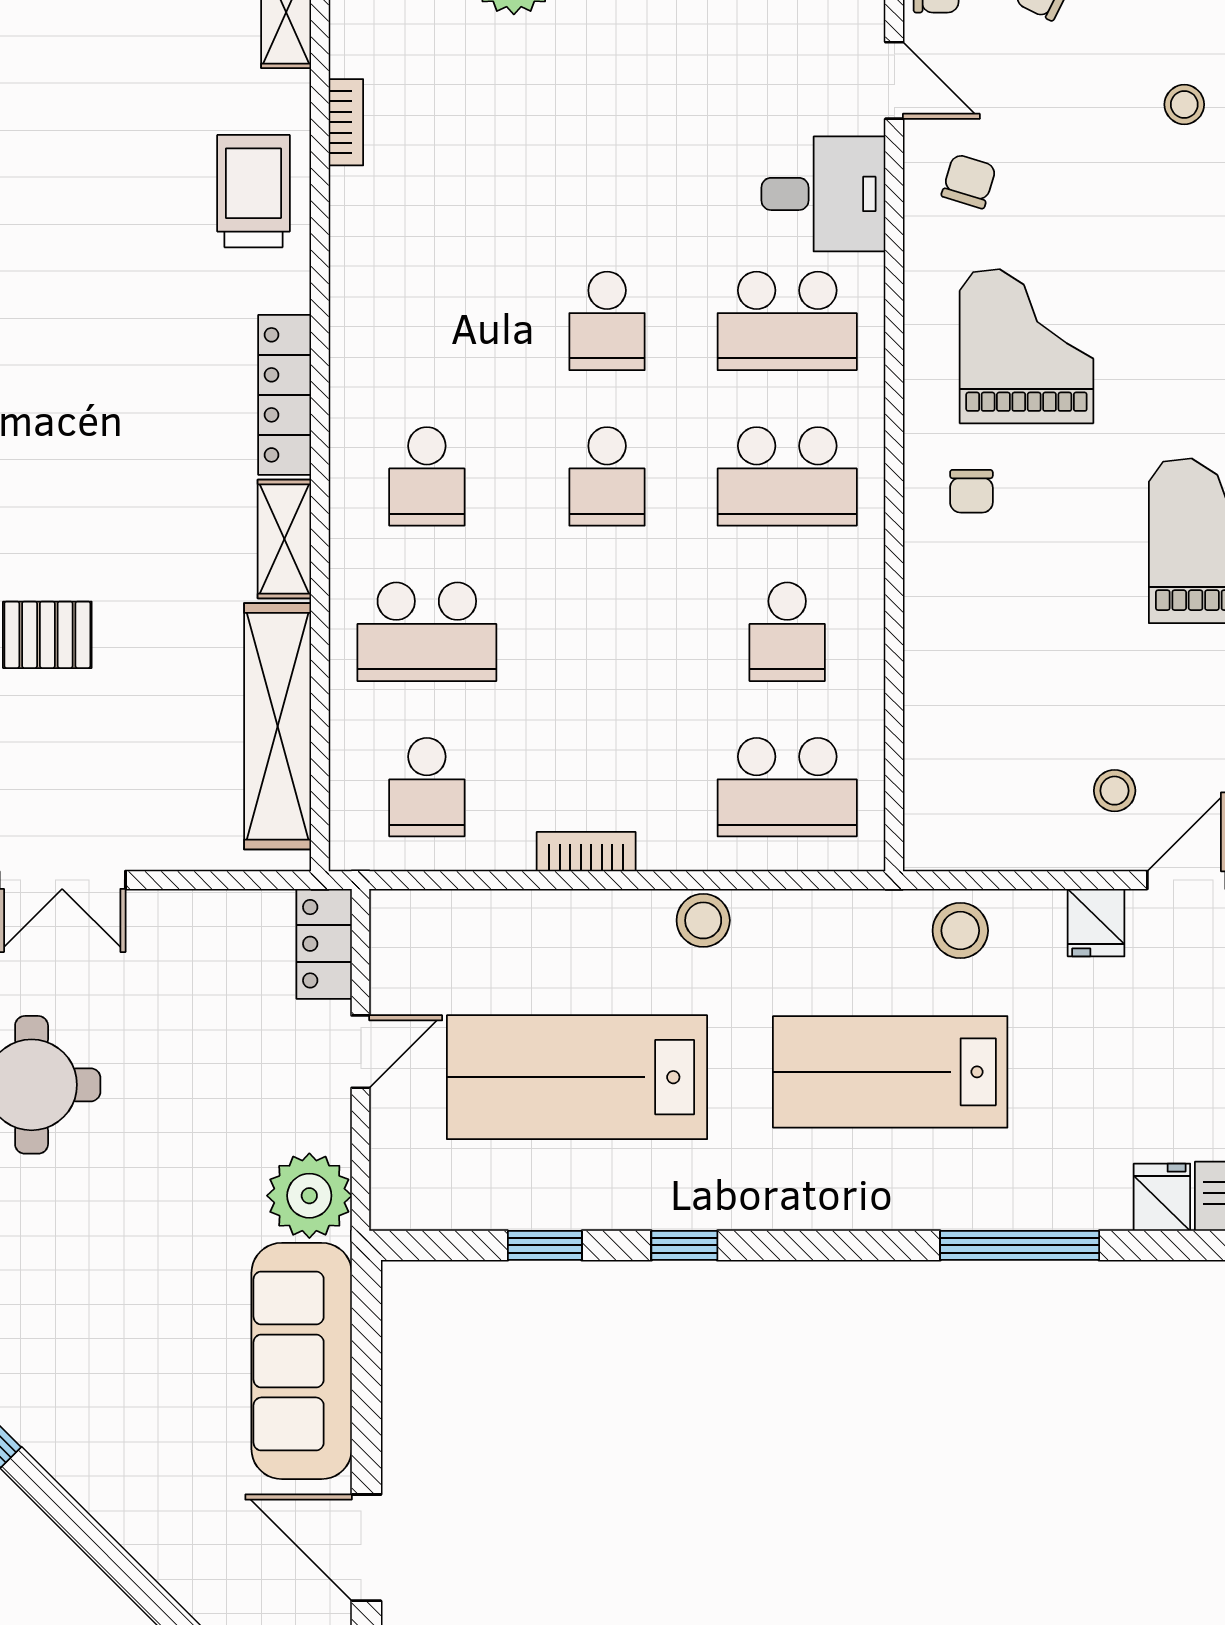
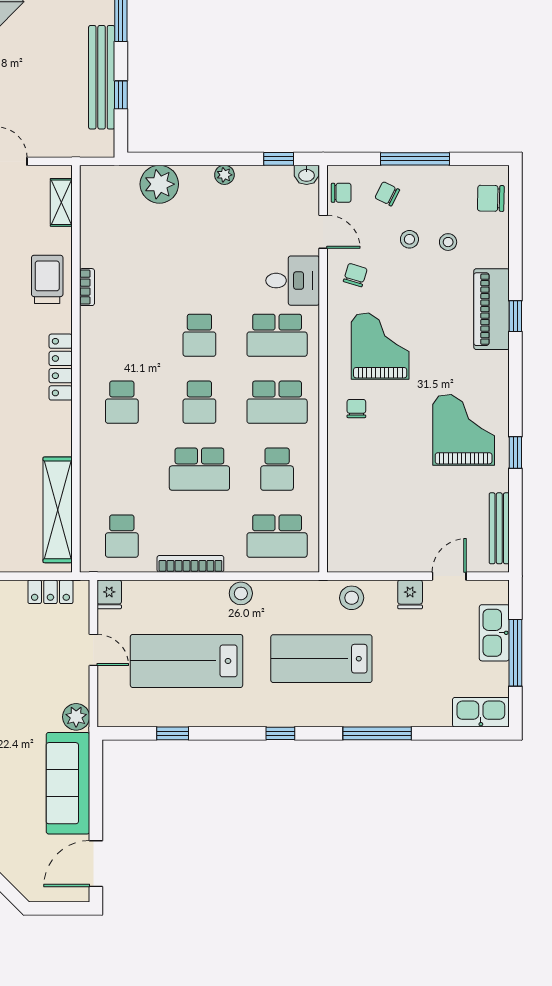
bookcase: (346, 122) -> (87, 287), moved
chair: (971, 491) -> (356, 409), turned 180
shelving: (284, 539) -> (61, 429), removed
school desk: (427, 632) -> (199, 469), moved
stool: (1115, 791) -> (409, 239), moved
bookcase: (586, 852) -> (190, 564), width x1.56
locker: (324, 944) -> (50, 592), moved, turned -90
door: (361, 1052) -> (93, 650), hinge flipped
plant: (309, 1196) -> (76, 717), width x0.73, depth x0.73
fridge: (1162, 1197) -> (109, 594), moved, turned 180
window: (684, 1245) -> (280, 733), moved
door: (366, 1548) -> (96, 864), hinge flipped

